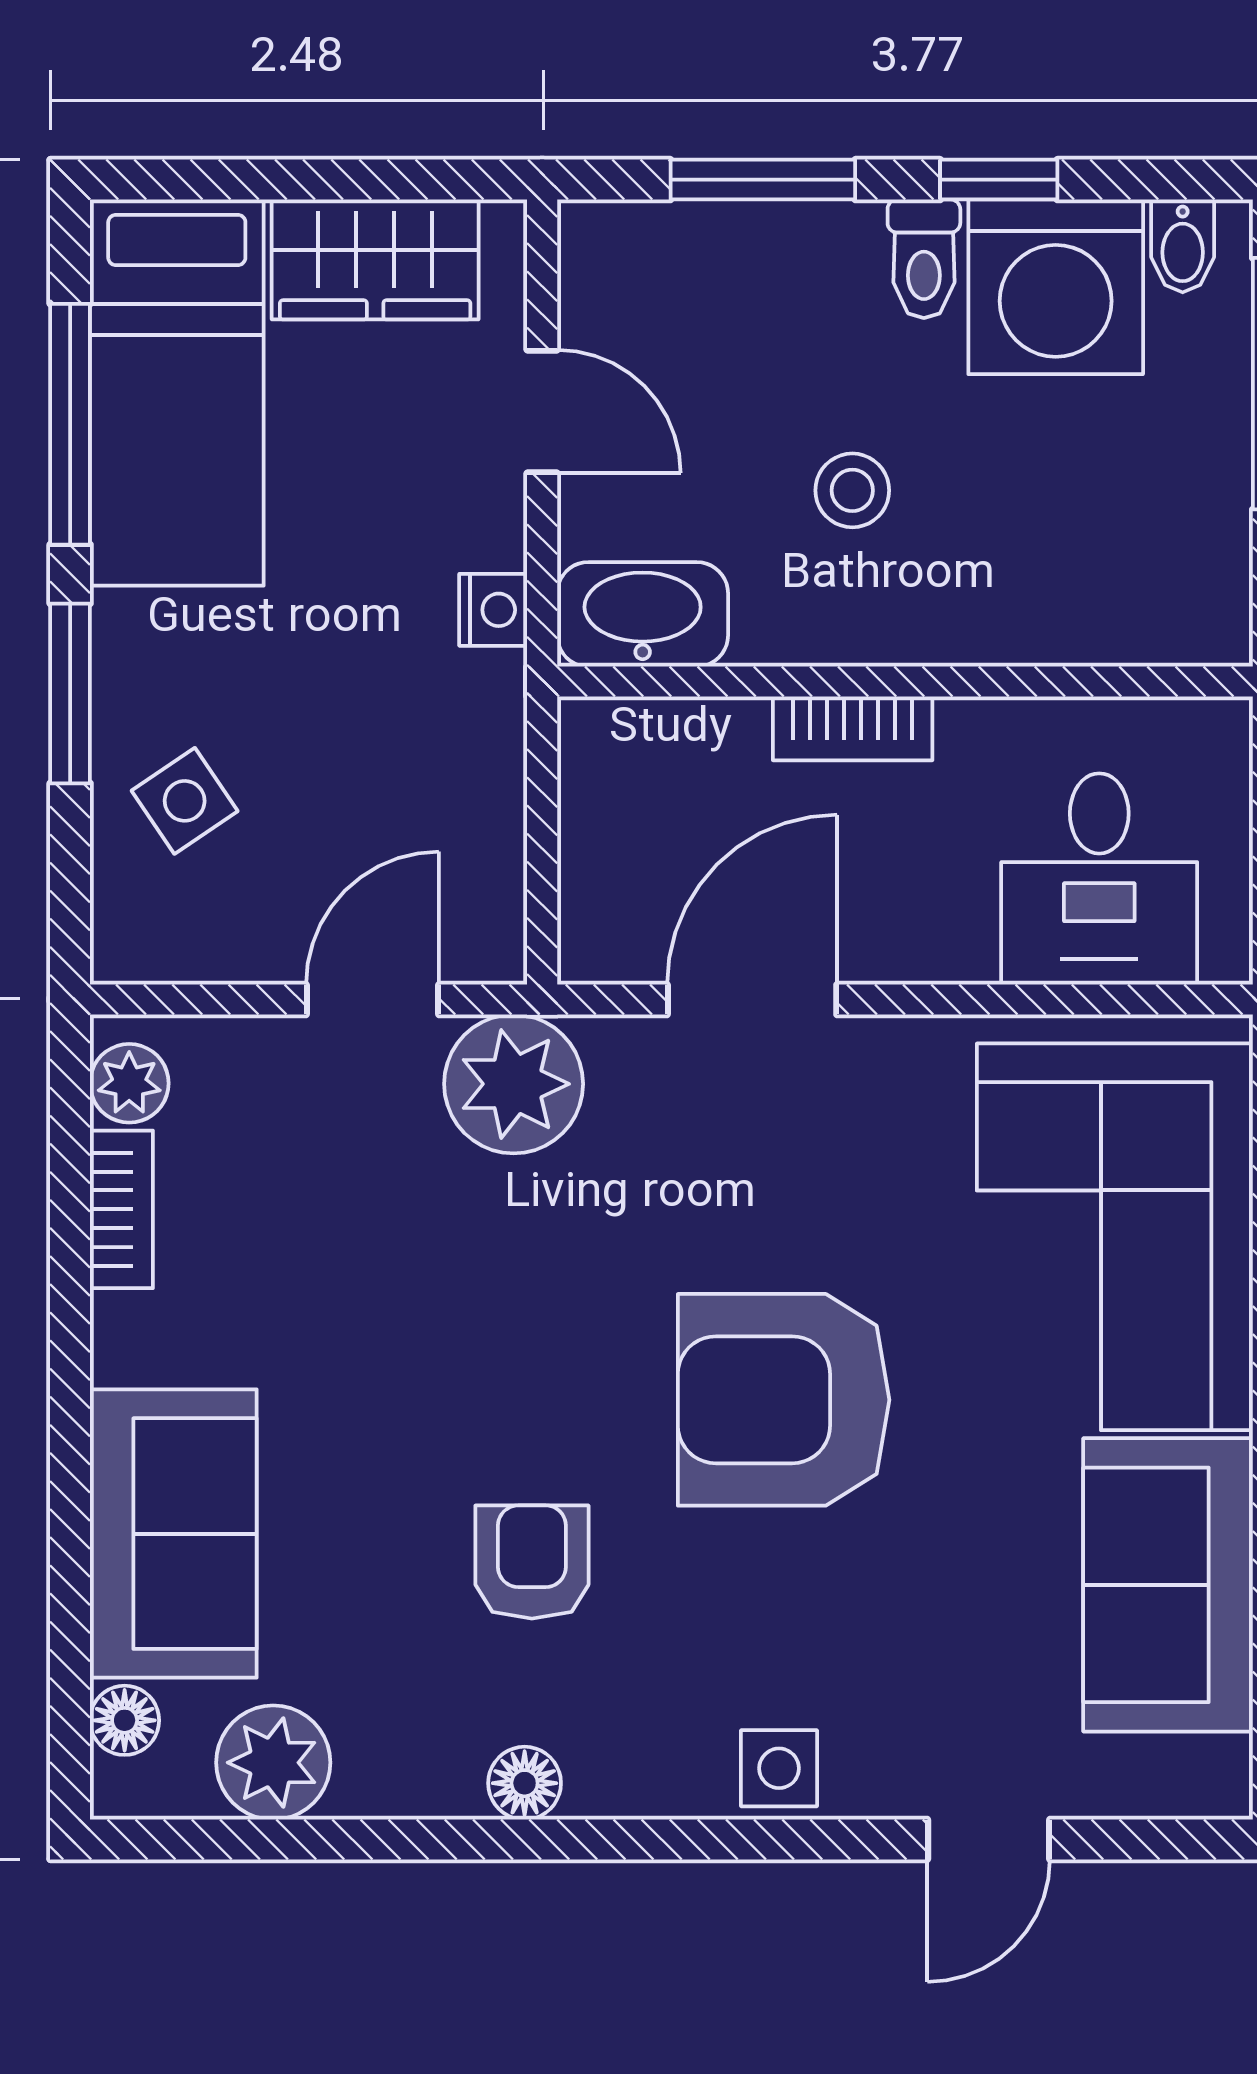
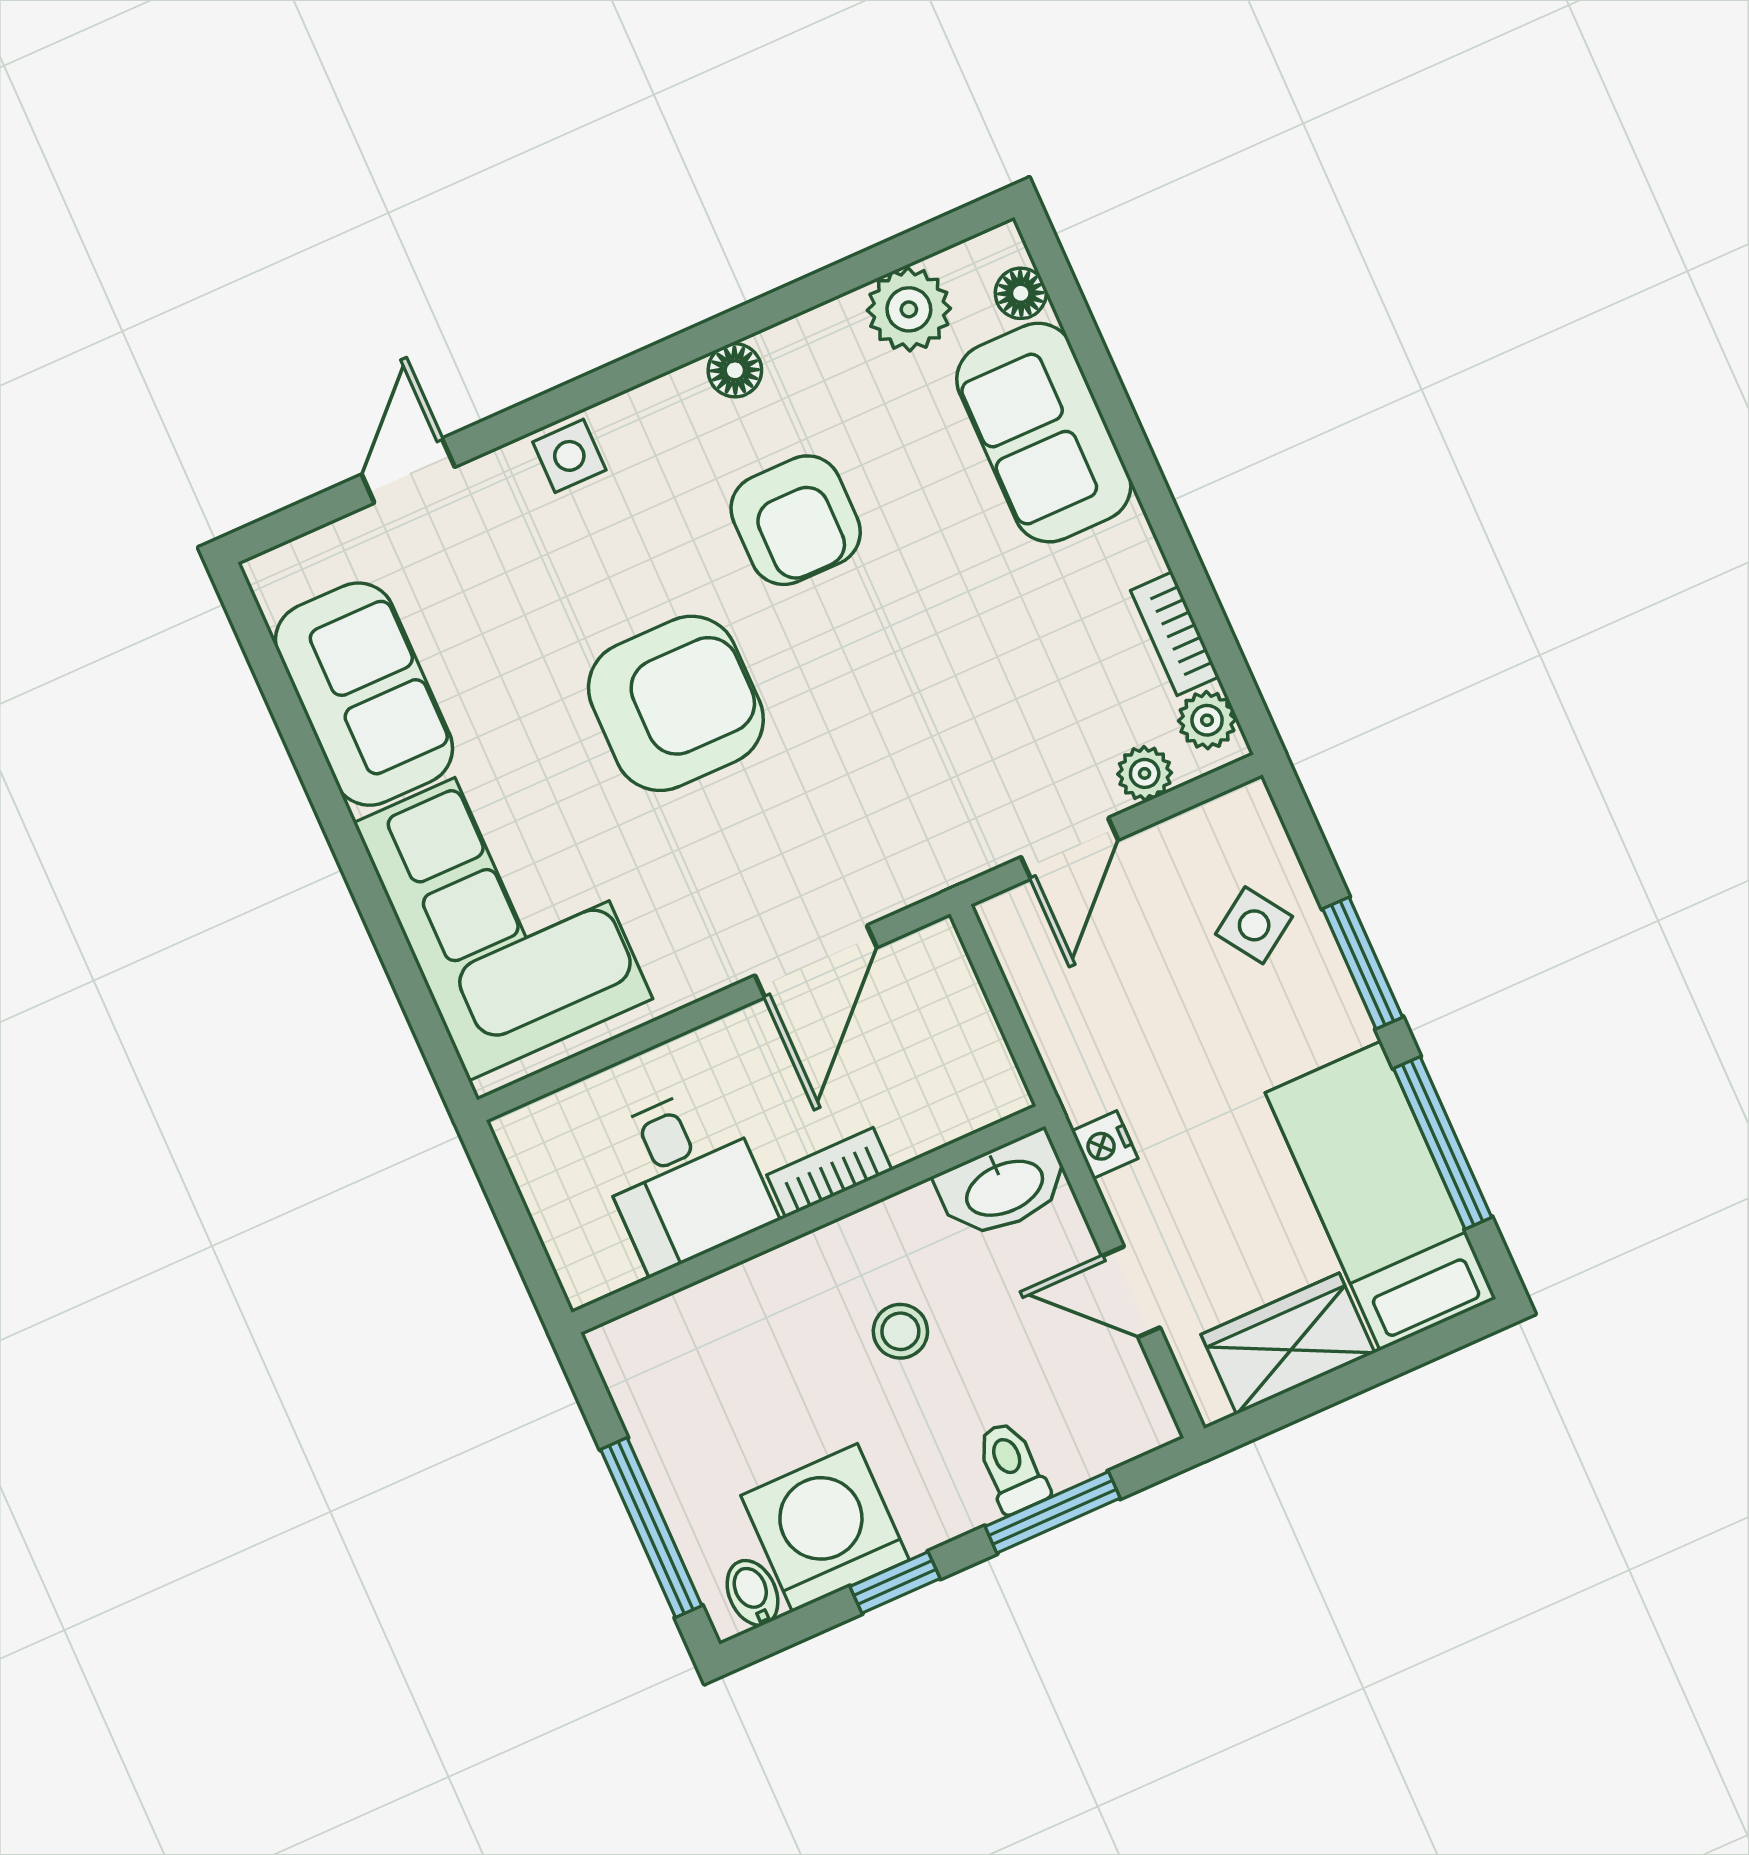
toilet: (924, 259) -> (1012, 1467), moved
desk: (1099, 879) -> (683, 1178), moved, turned 180
plant: (514, 1084) -> (1145, 773), moved, width x0.53, depth x0.53
armchair: (532, 1562) -> (796, 520), width x1.38, depth x1.38

